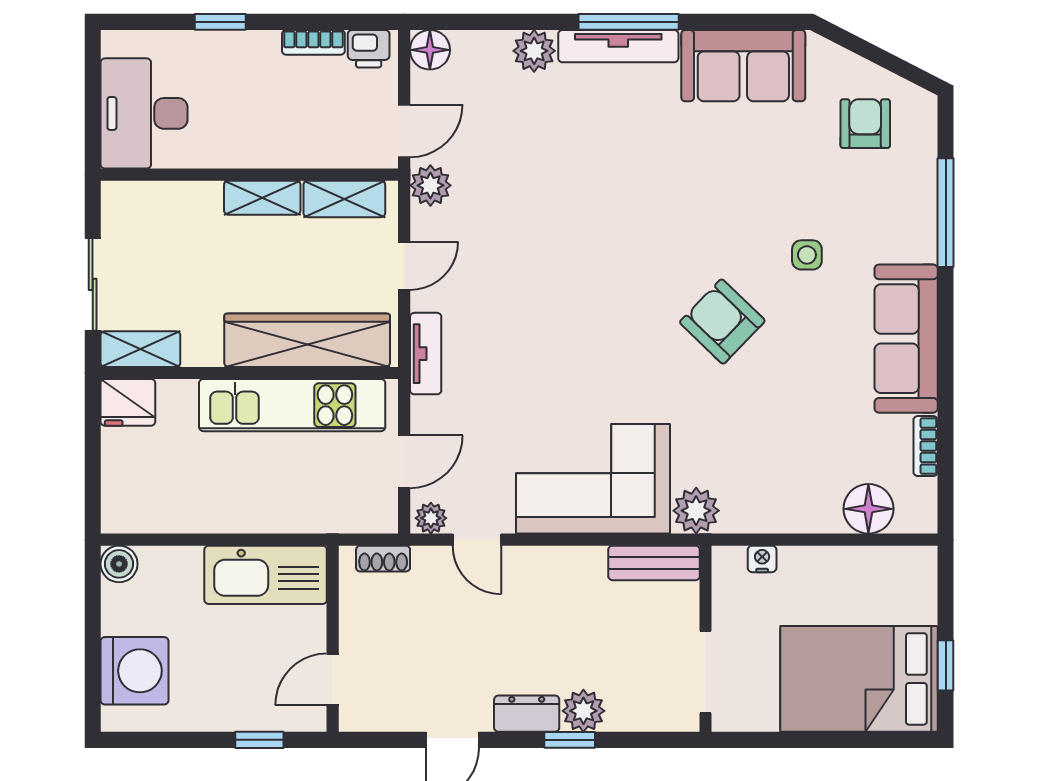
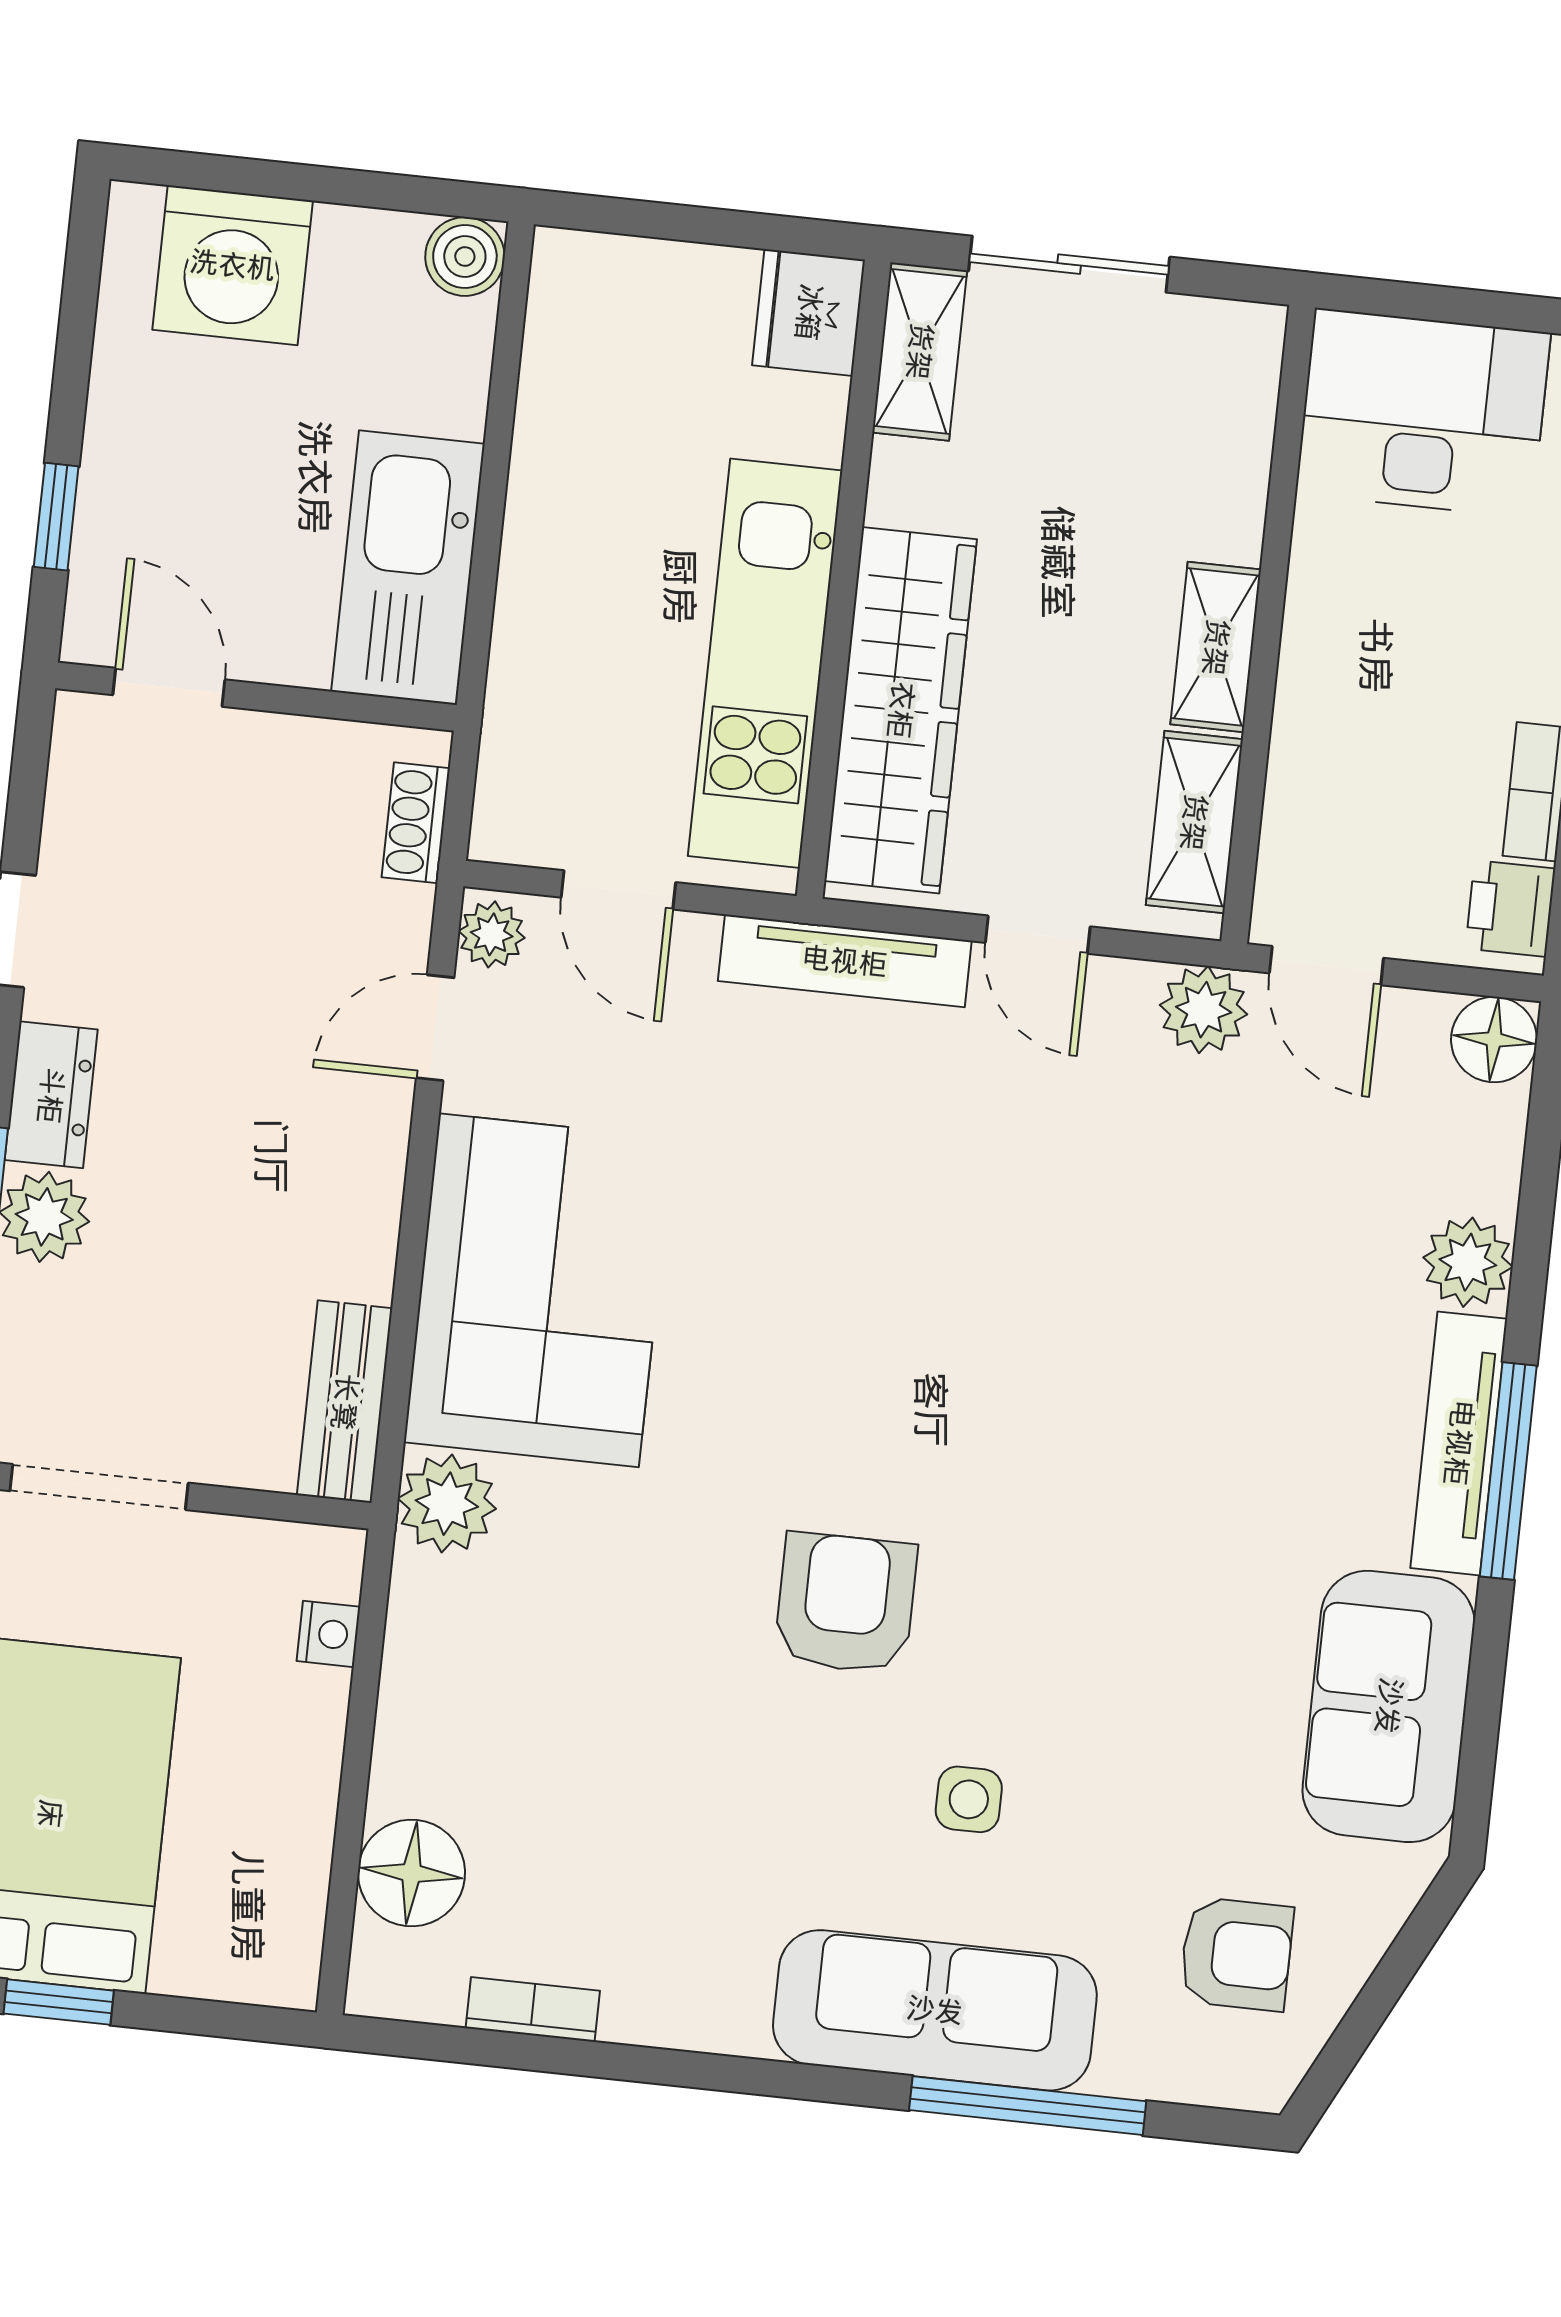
armchair: (722, 322) -> (846, 1603), turned -44
sofa: (906, 339) -> (935, 2010), moved
tv unit: (426, 354) -> (845, 961), width x1.41

